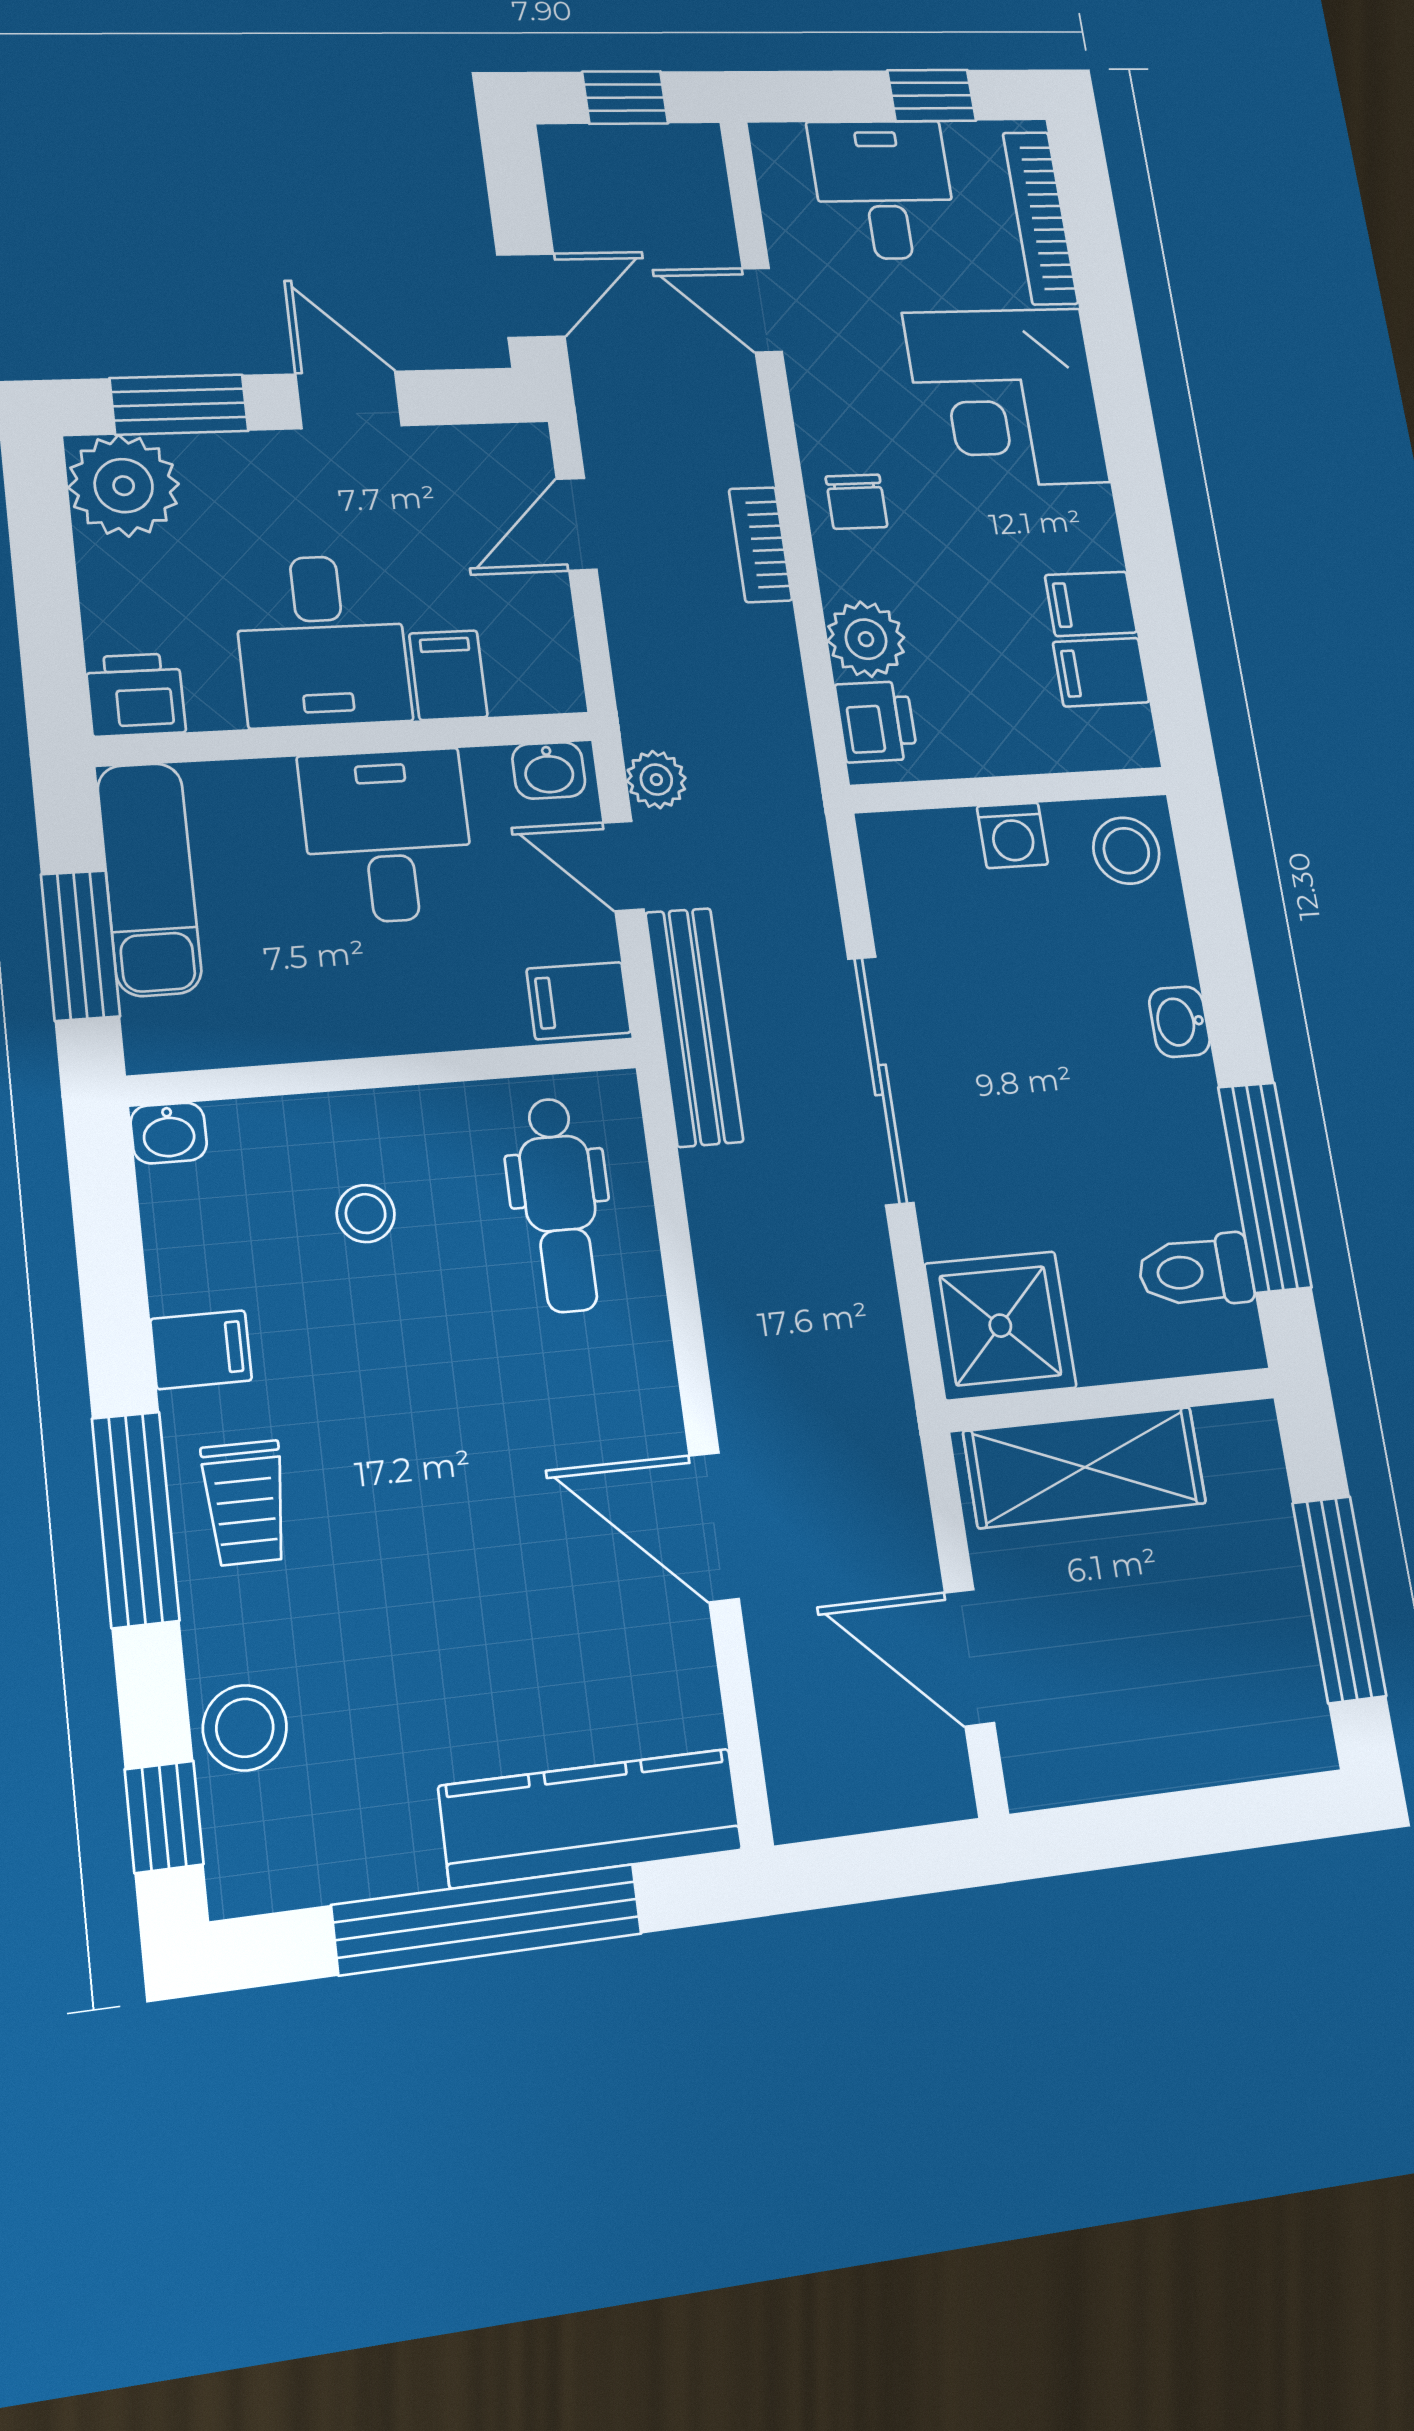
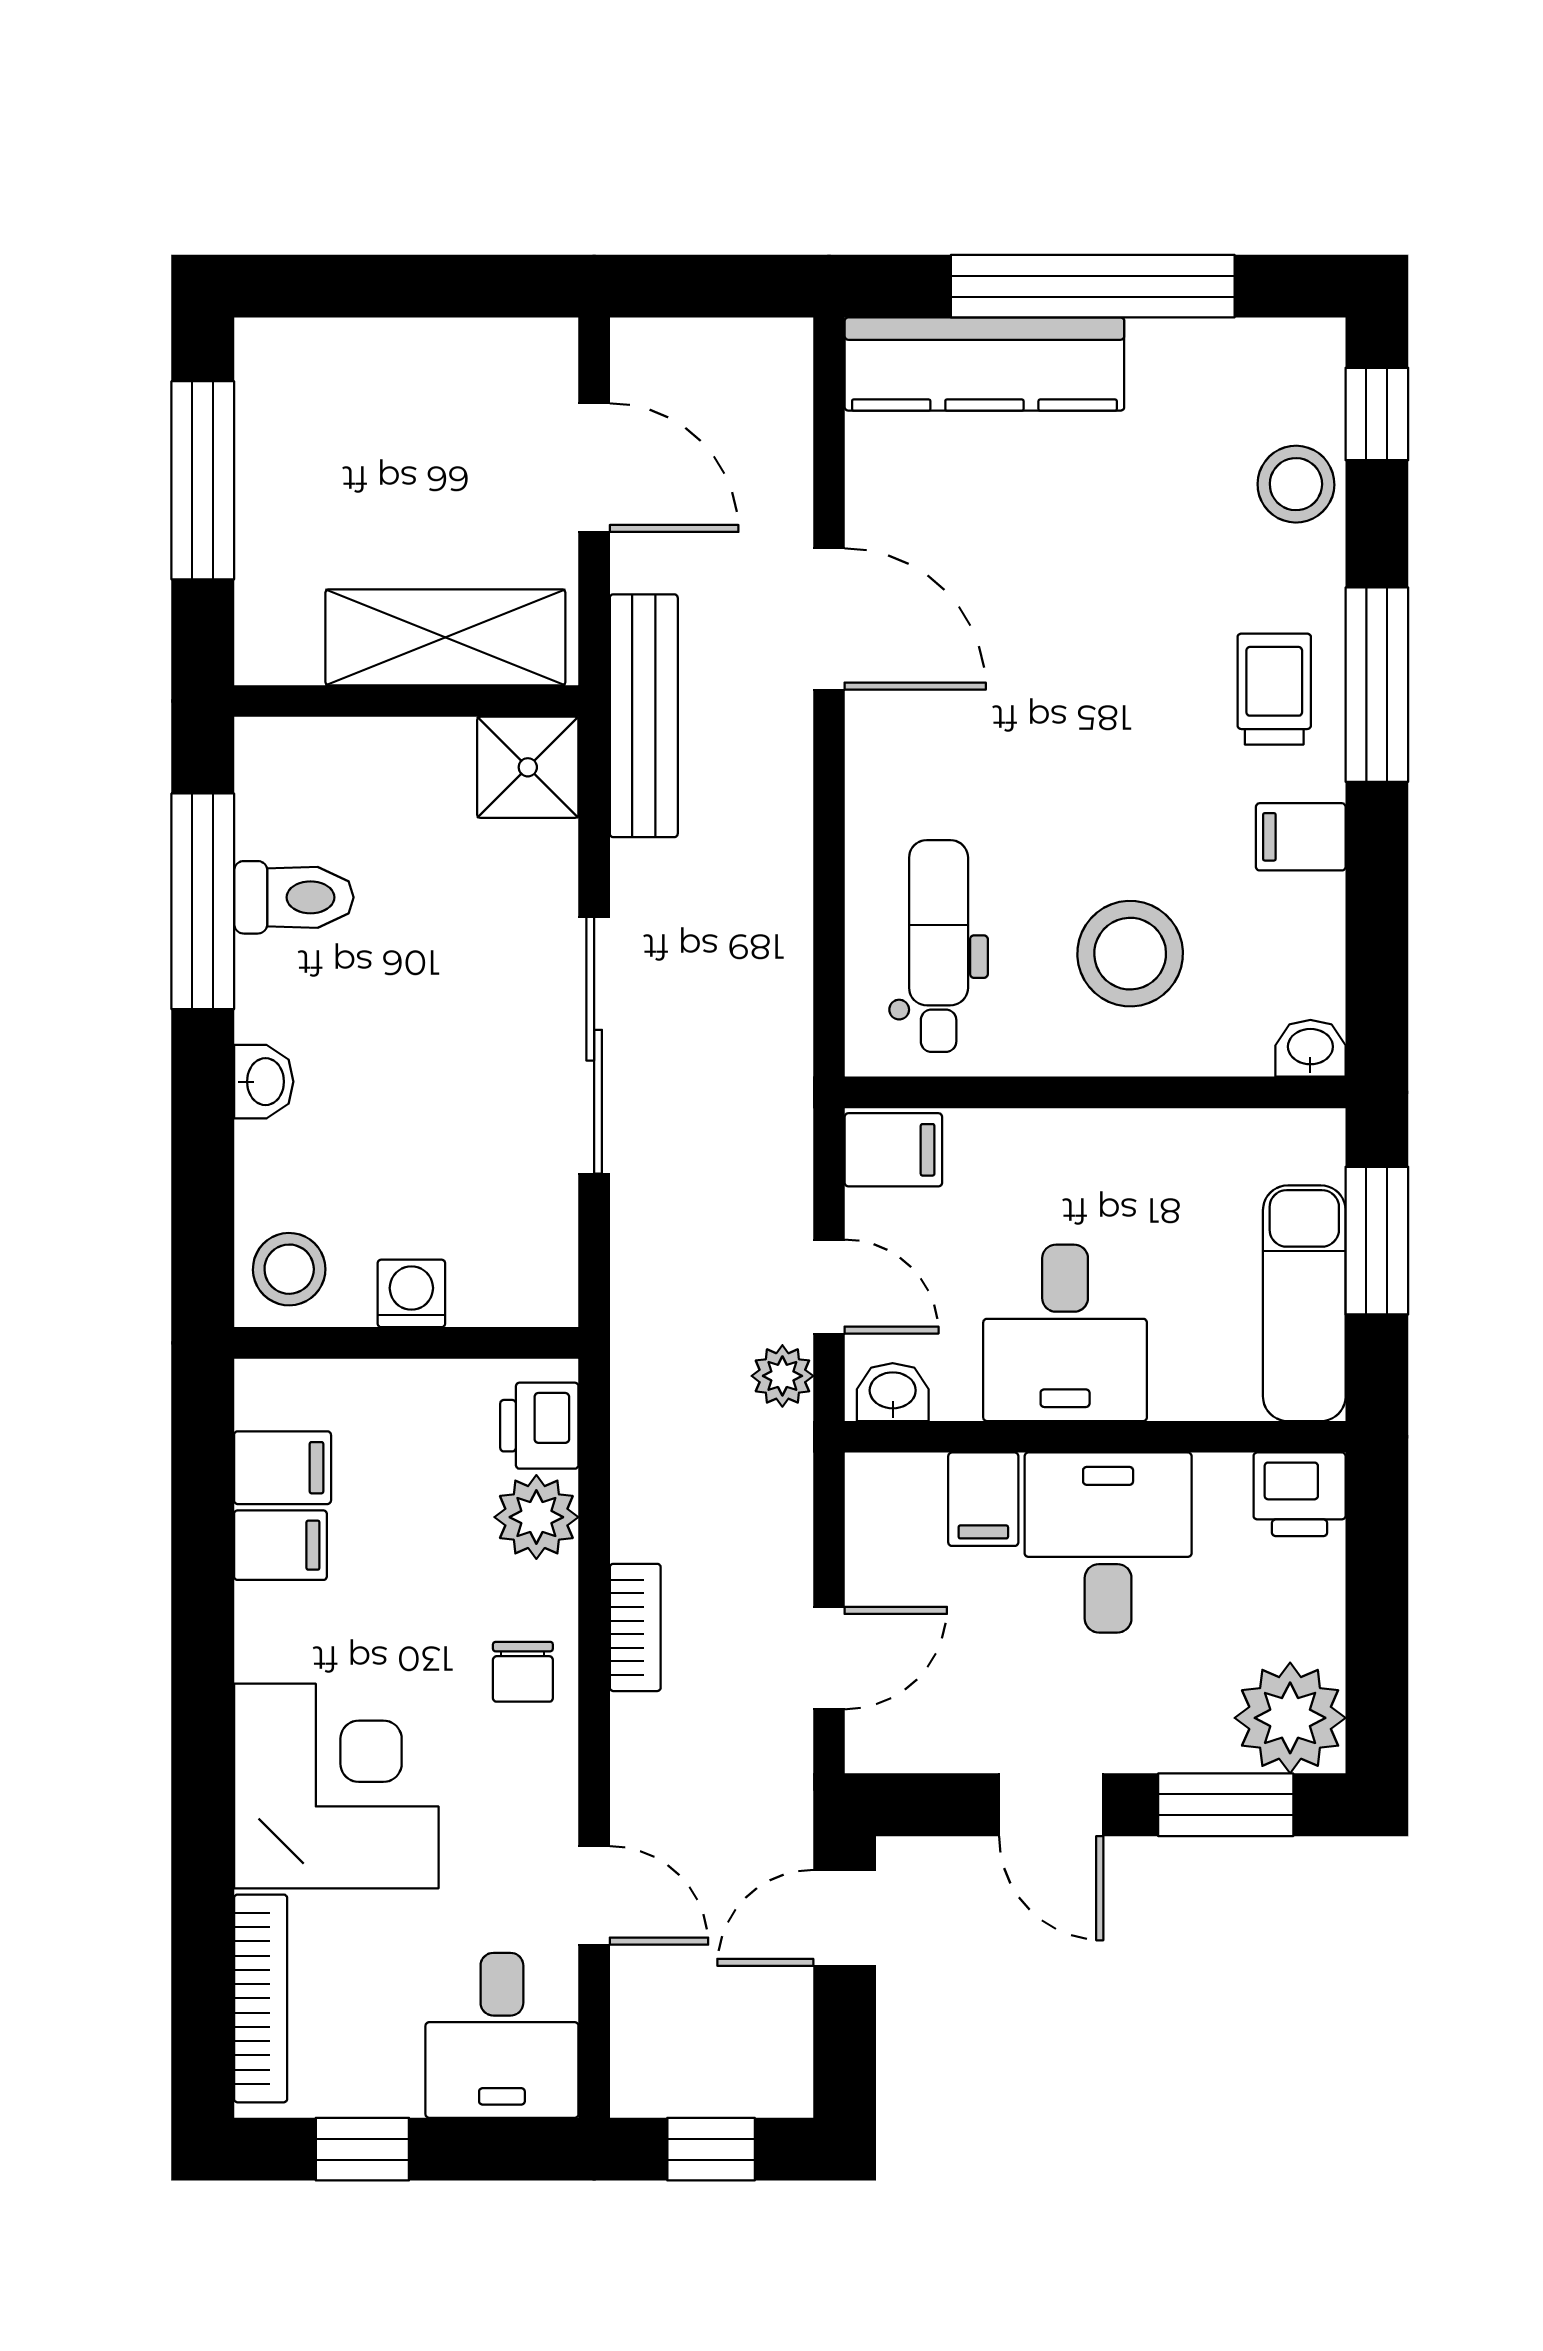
desk: (884, 190) -> (502, 2035), moved
chair: (857, 502) -> (523, 1672), turned 180
bench: (694, 1027) -> (644, 716), moved
stool: (366, 1214) -> (1130, 954), width x1.89, depth x1.89
toilet: (1195, 1271) -> (294, 897), moved
shower: (1000, 1326) -> (528, 767), width x0.73, depth x0.73

